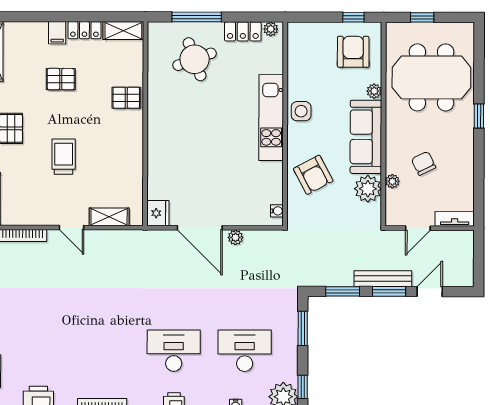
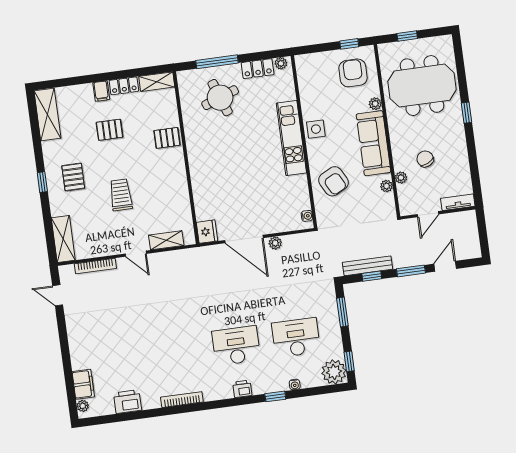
plant: (368, 189) -> (387, 186), width x0.53, depth x0.53
bench: (383, 279) -> (367, 266), moved
window: (343, 291) -> (372, 276), width x0.67

